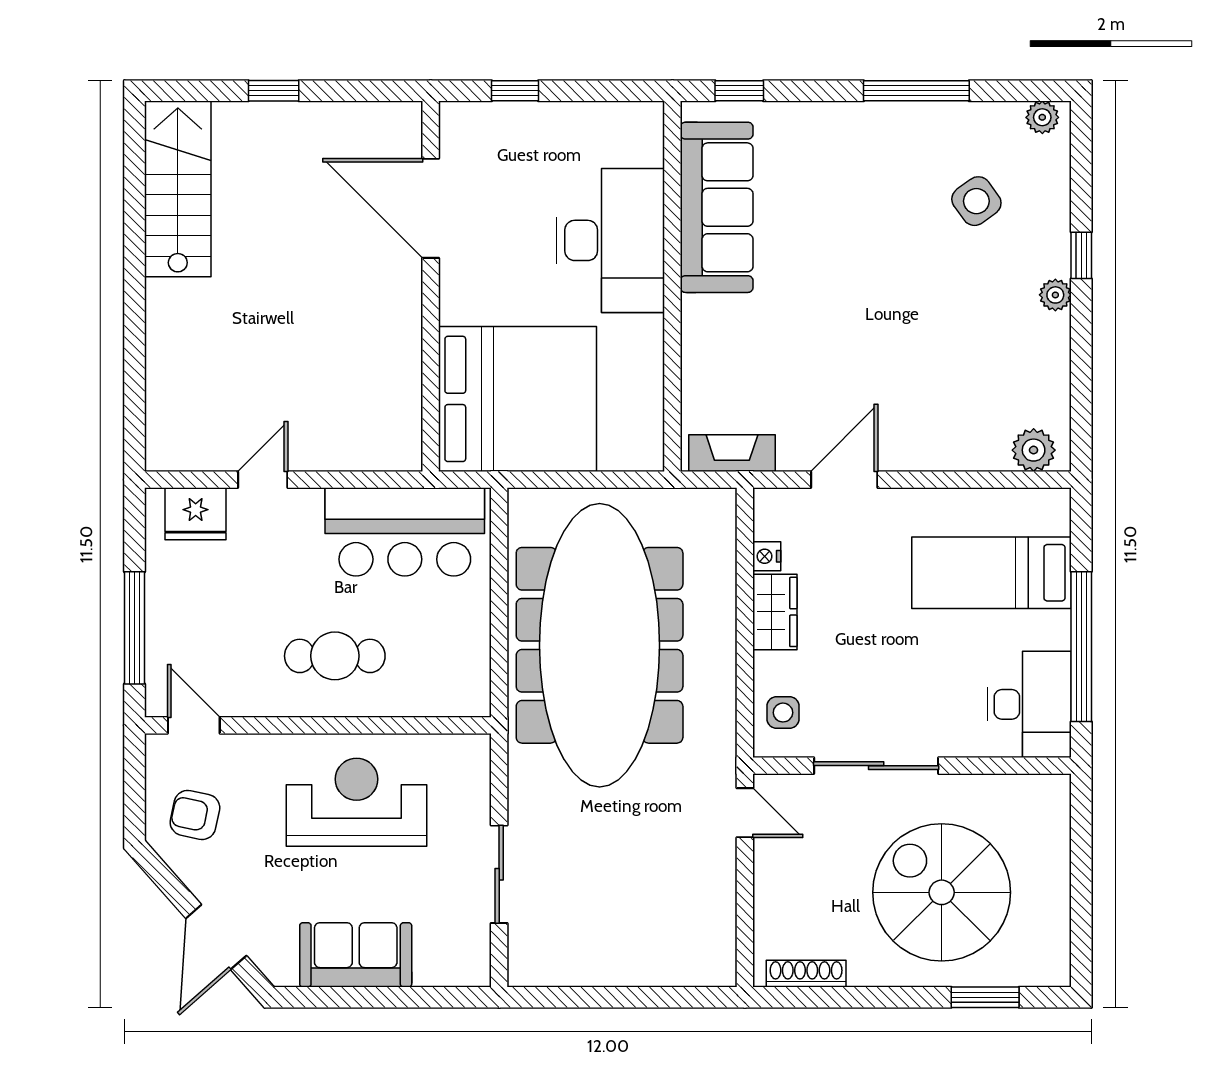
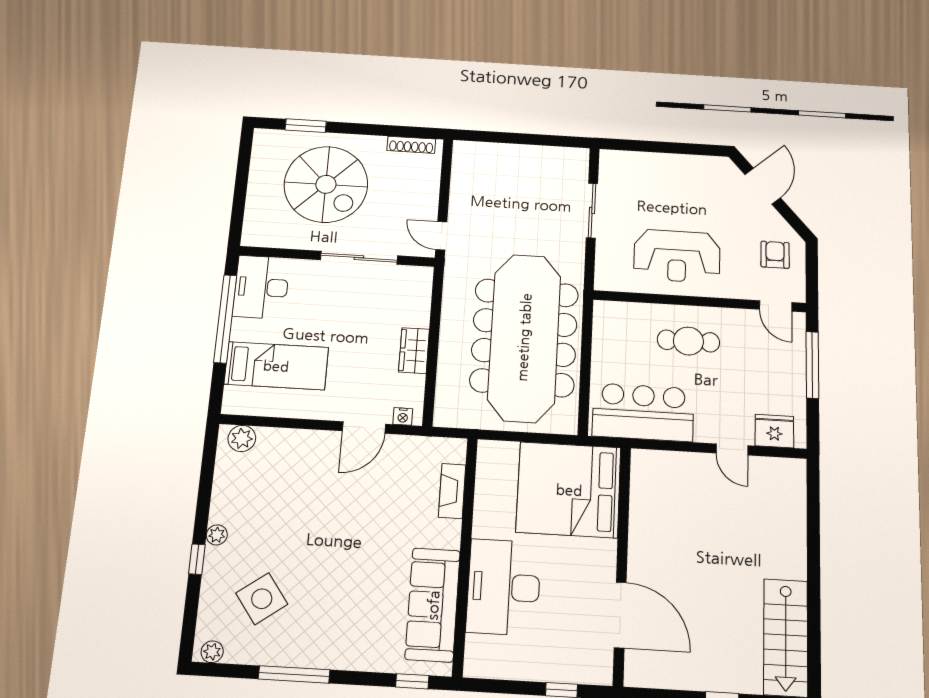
side table: (976, 201) -> (262, 599), width x1.37, depth x1.37
fireplace: (732, 453) -> (452, 491), moved, turned 90
door: (263, 480) -> (732, 449), hinge flipped
nightstand: (767, 556) -> (403, 416), moved, turned 90
side table: (783, 713) -> (414, 292), removed
armchair: (195, 815) -> (775, 255), turned -102
sofa: (356, 955) -> (679, 171), removed

